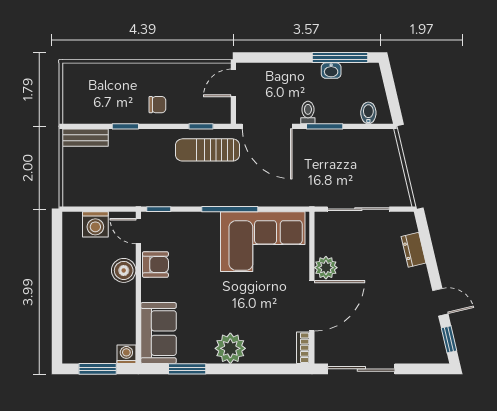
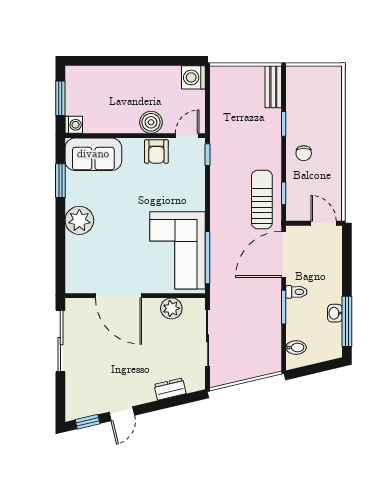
window: (230, 209) -> (208, 258), moved
washing machine: (95, 224) -> (193, 77), moved
plant: (326, 268) -> (171, 308), moved
bookcase: (303, 348) -> (80, 287), removed

